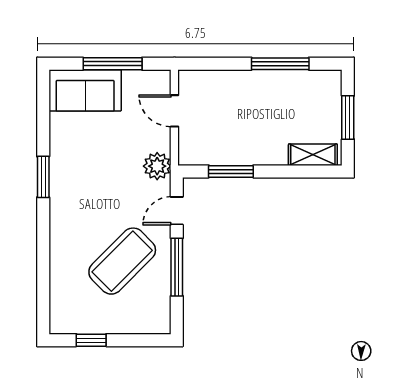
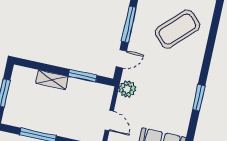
shelving: (313, 155) -> (52, 80), moved
coffee table: (122, 261) -> (177, 29), moved

